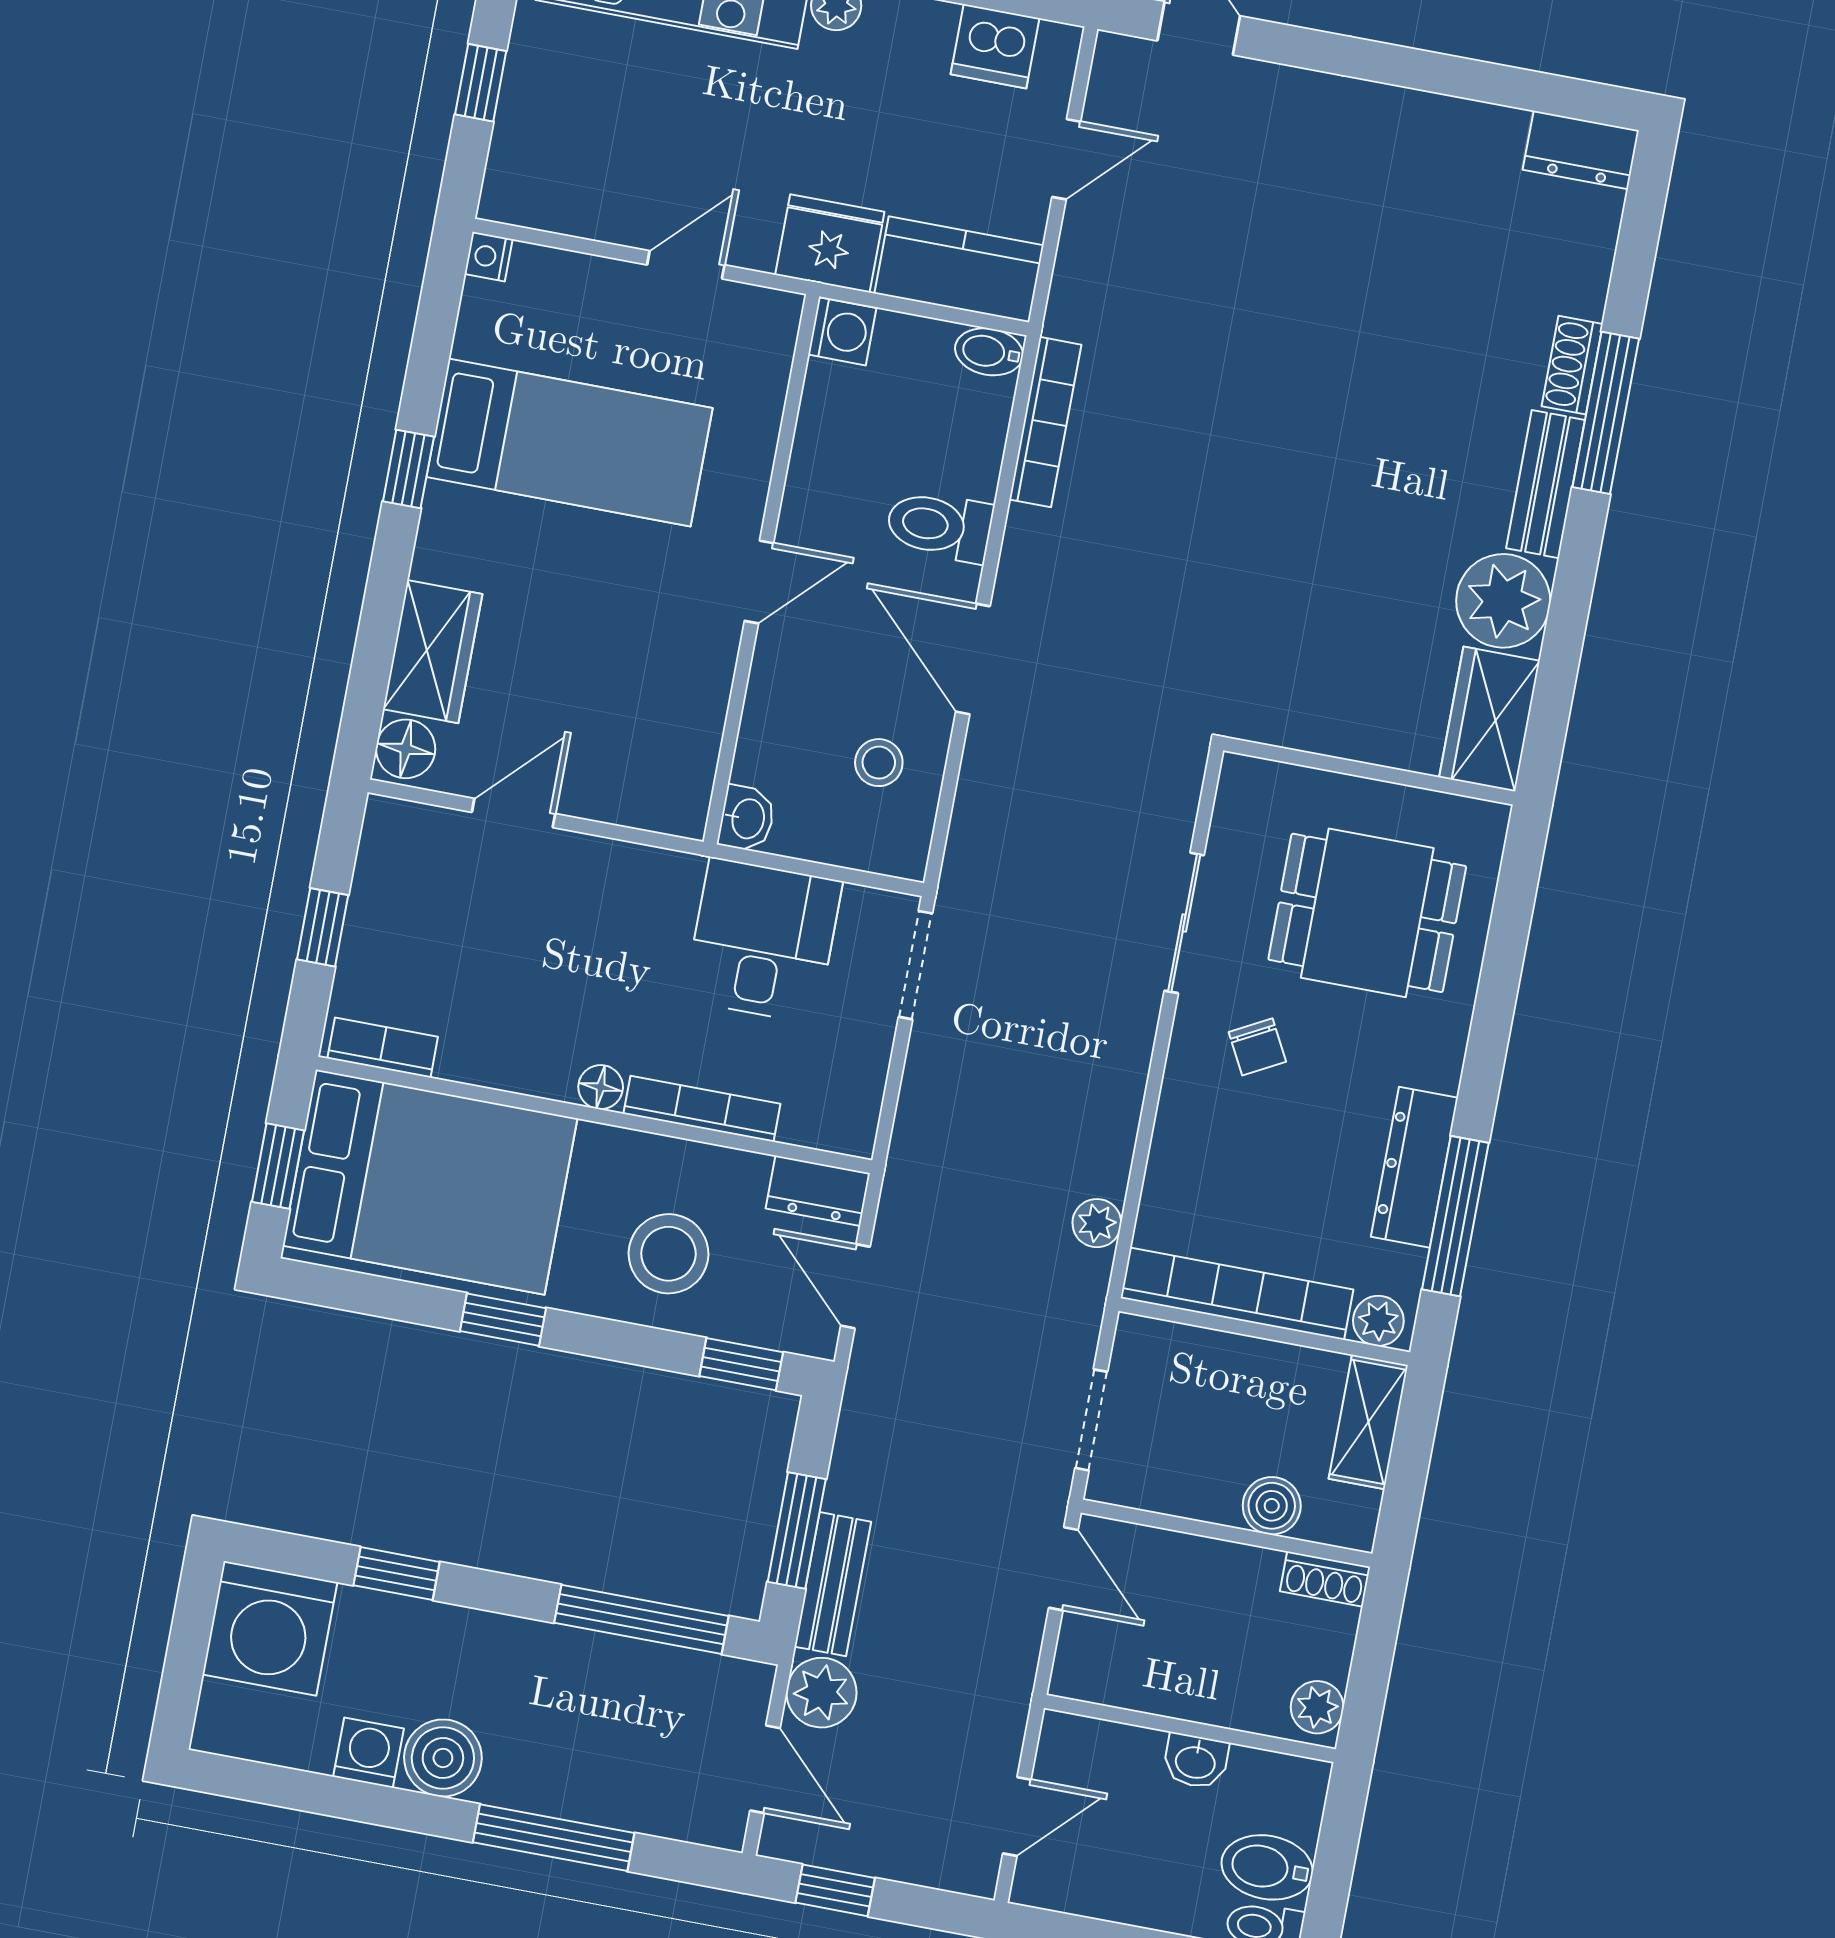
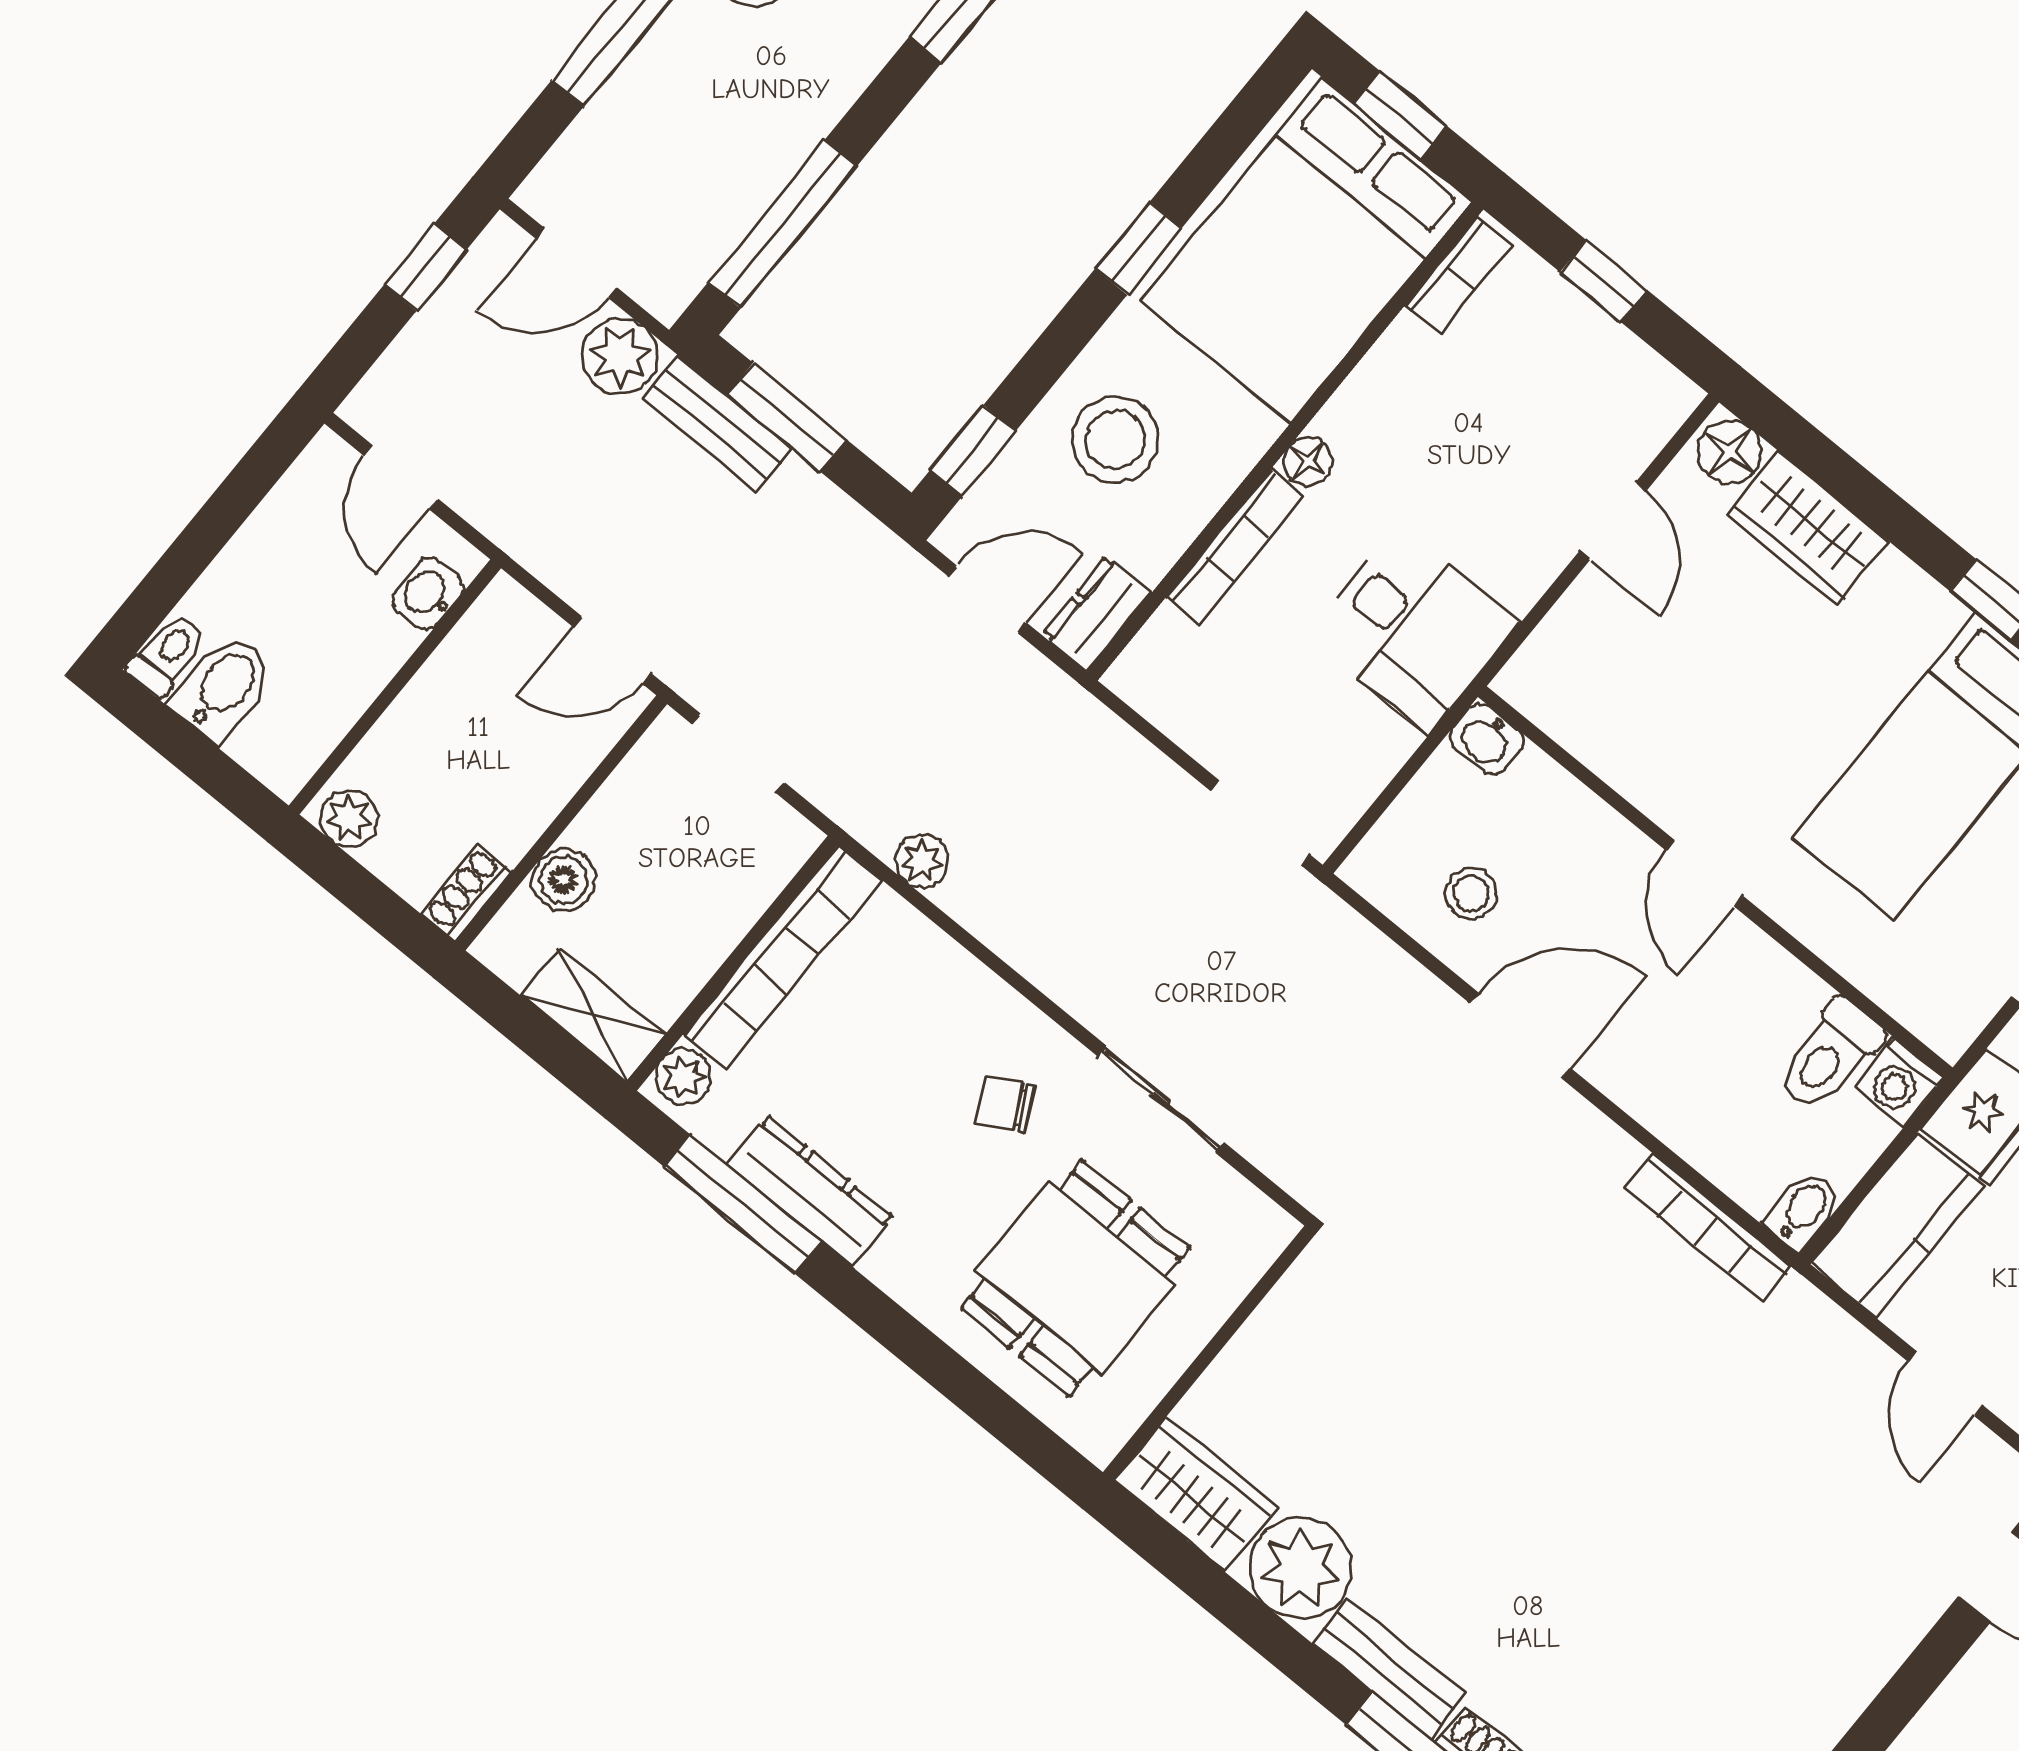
toilet: (939, 526) -> (1829, 1055), moved, turned 180
desk: (763, 941) -> (1413, 629), moved
washbasin: (1196, 1761) -> (428, 594), moved

